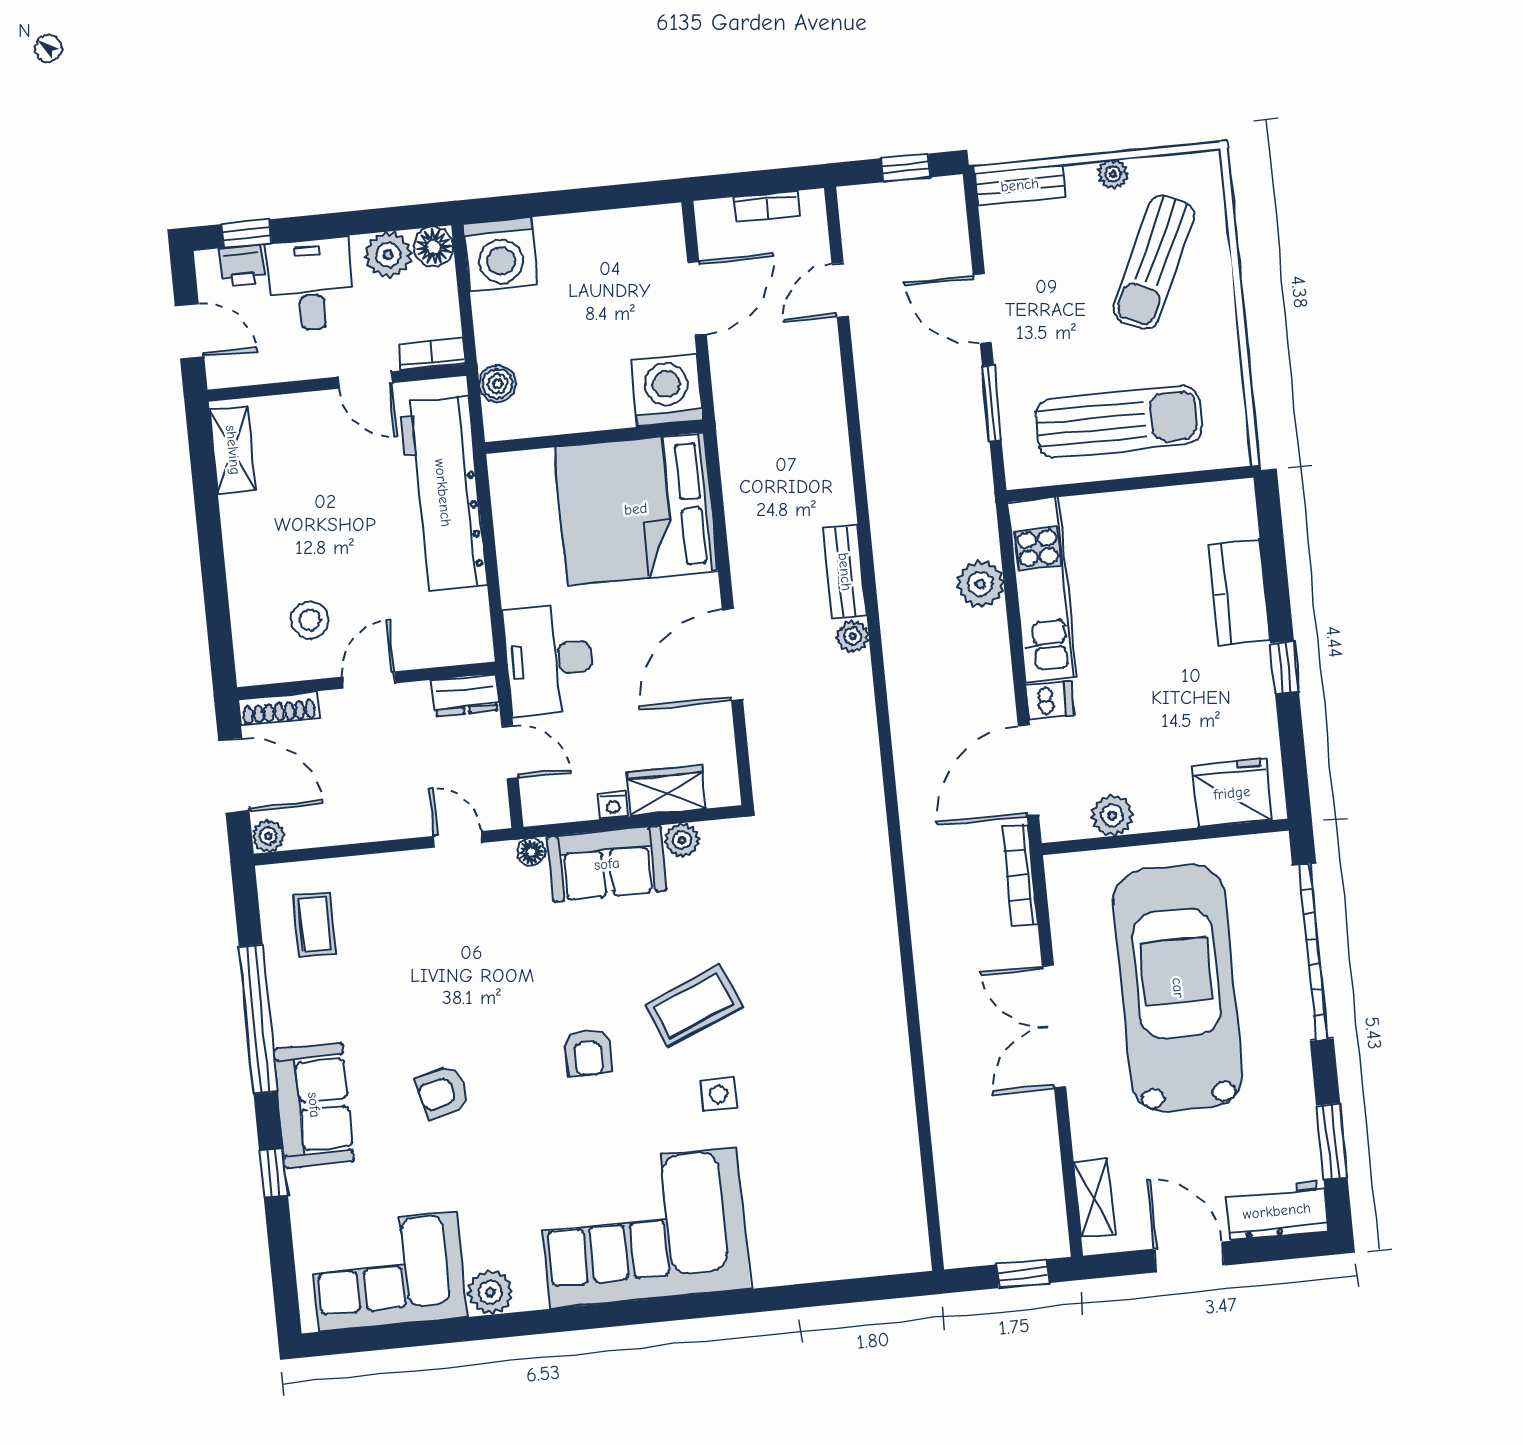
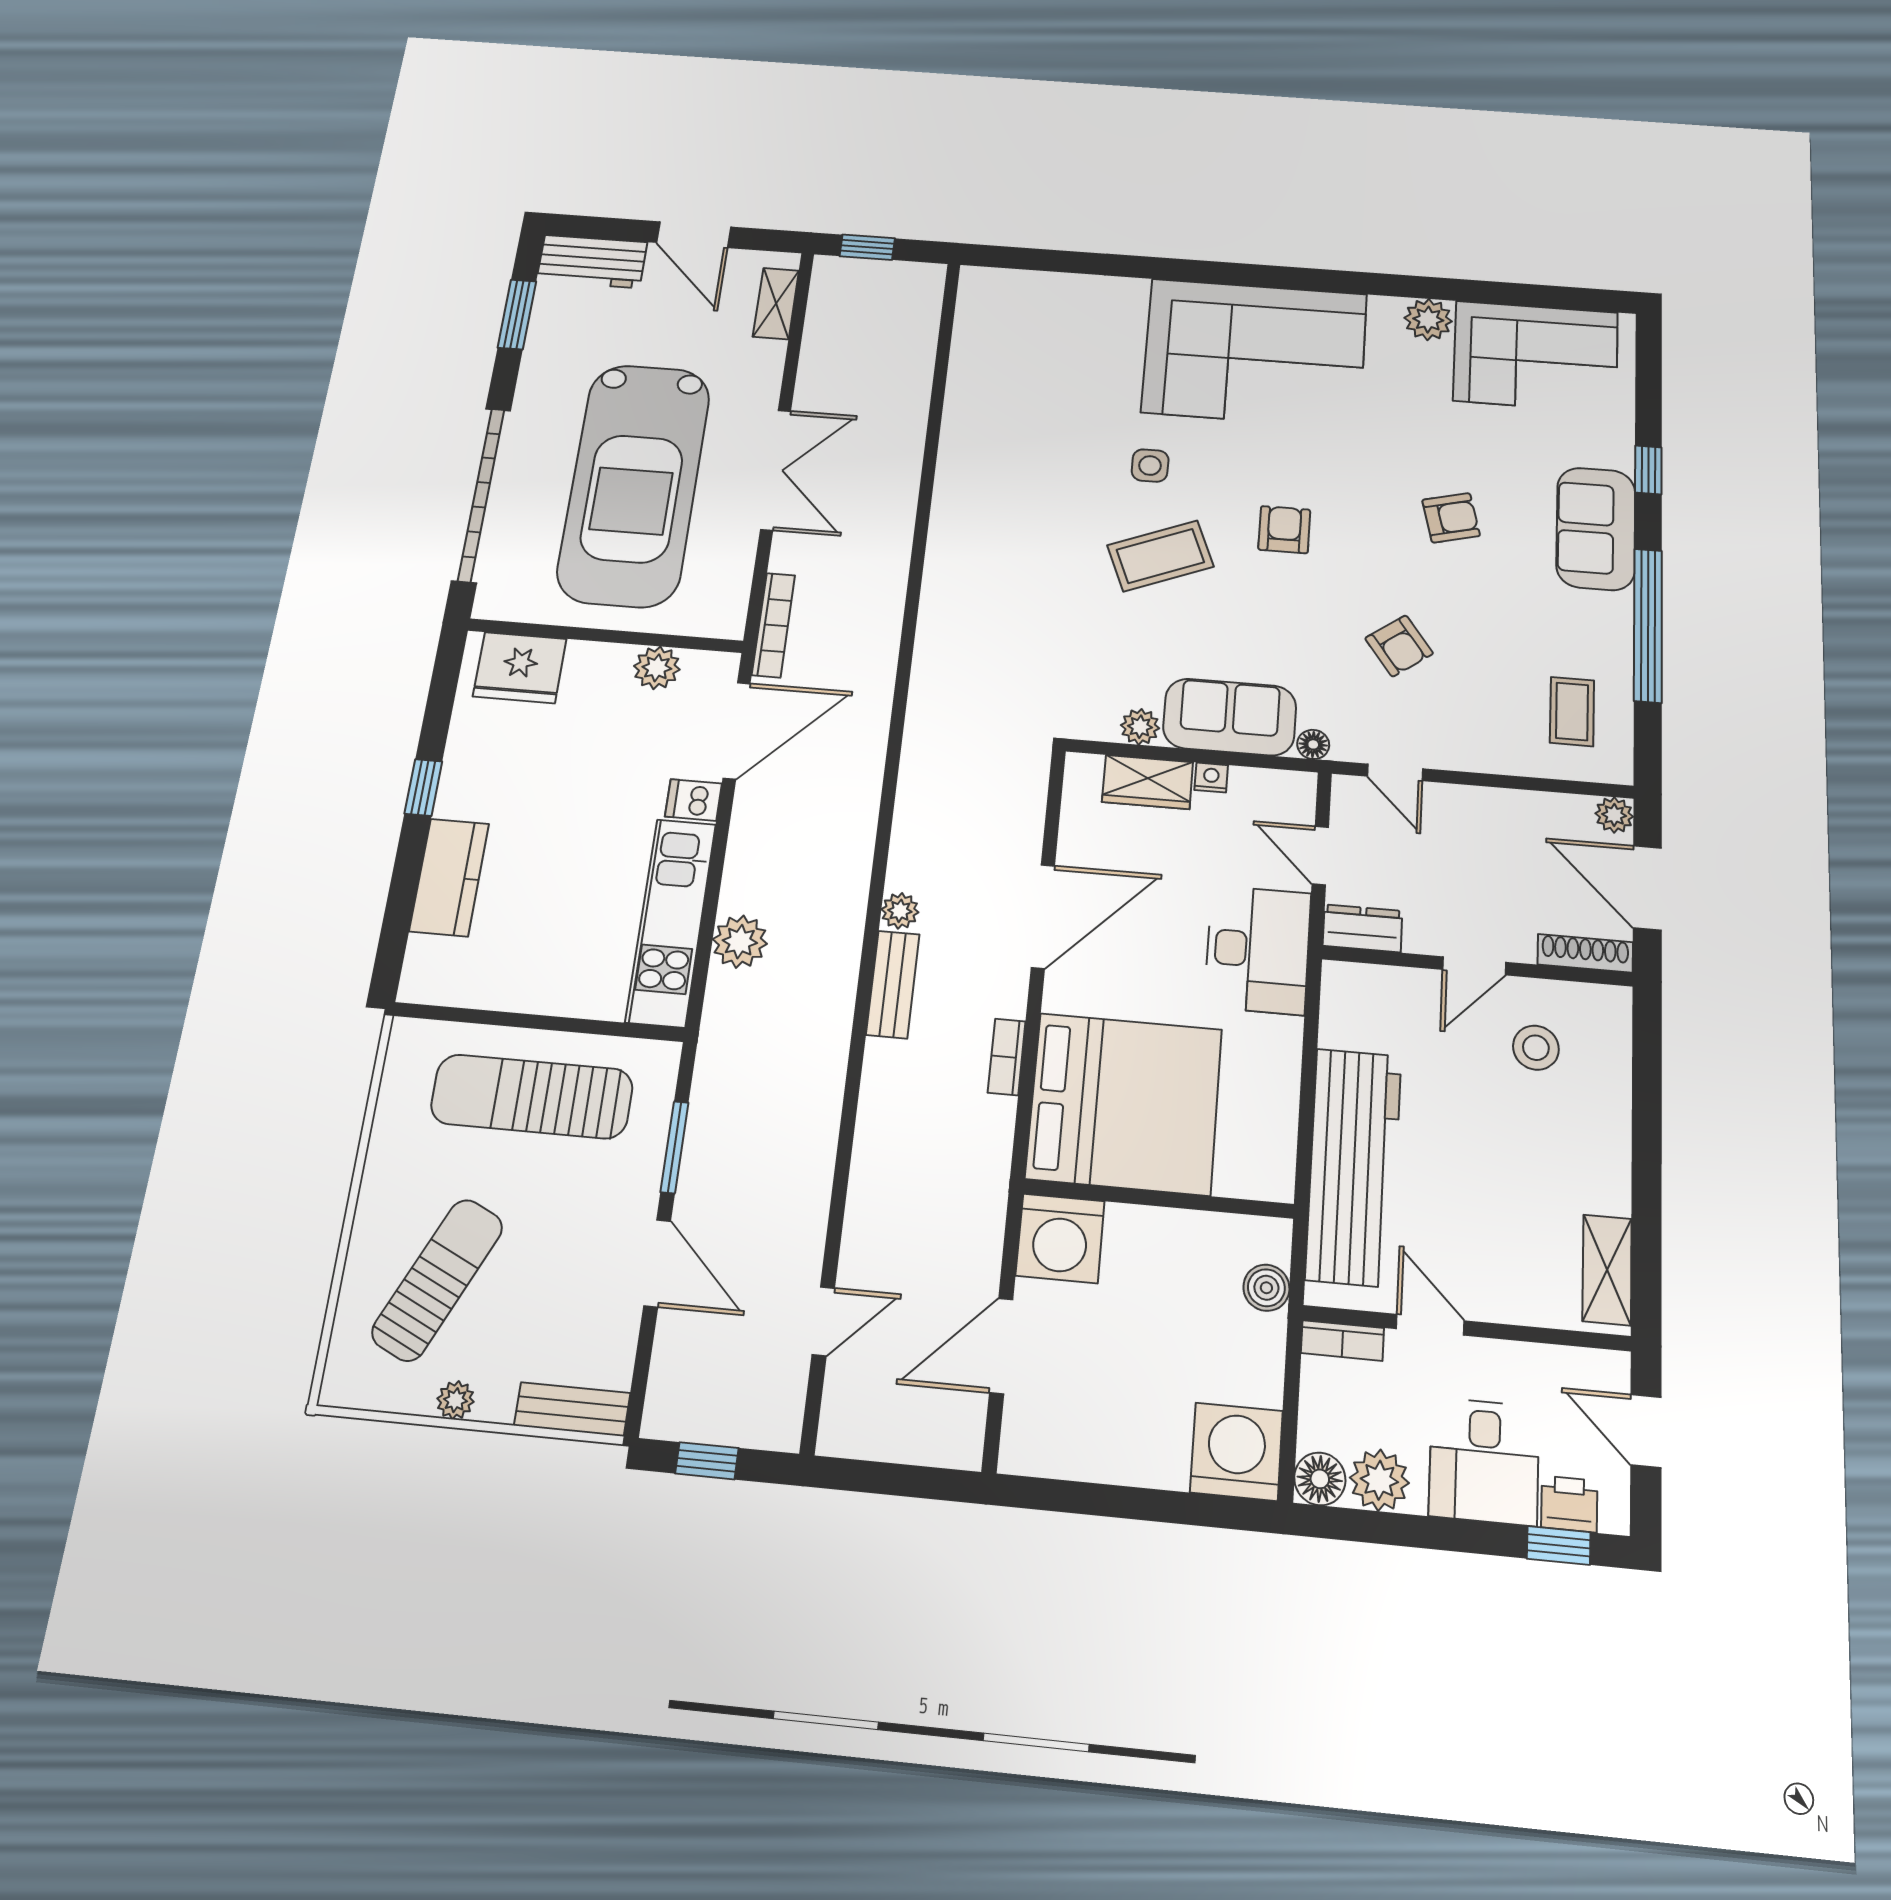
bookcase: (766, 206) -> (1007, 1057), moved, turned -90
armchair: (471, 958) -> (1399, 646), added

